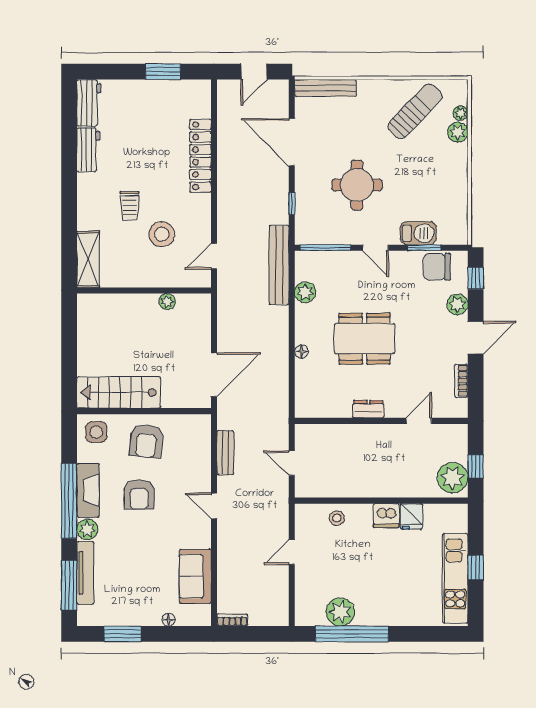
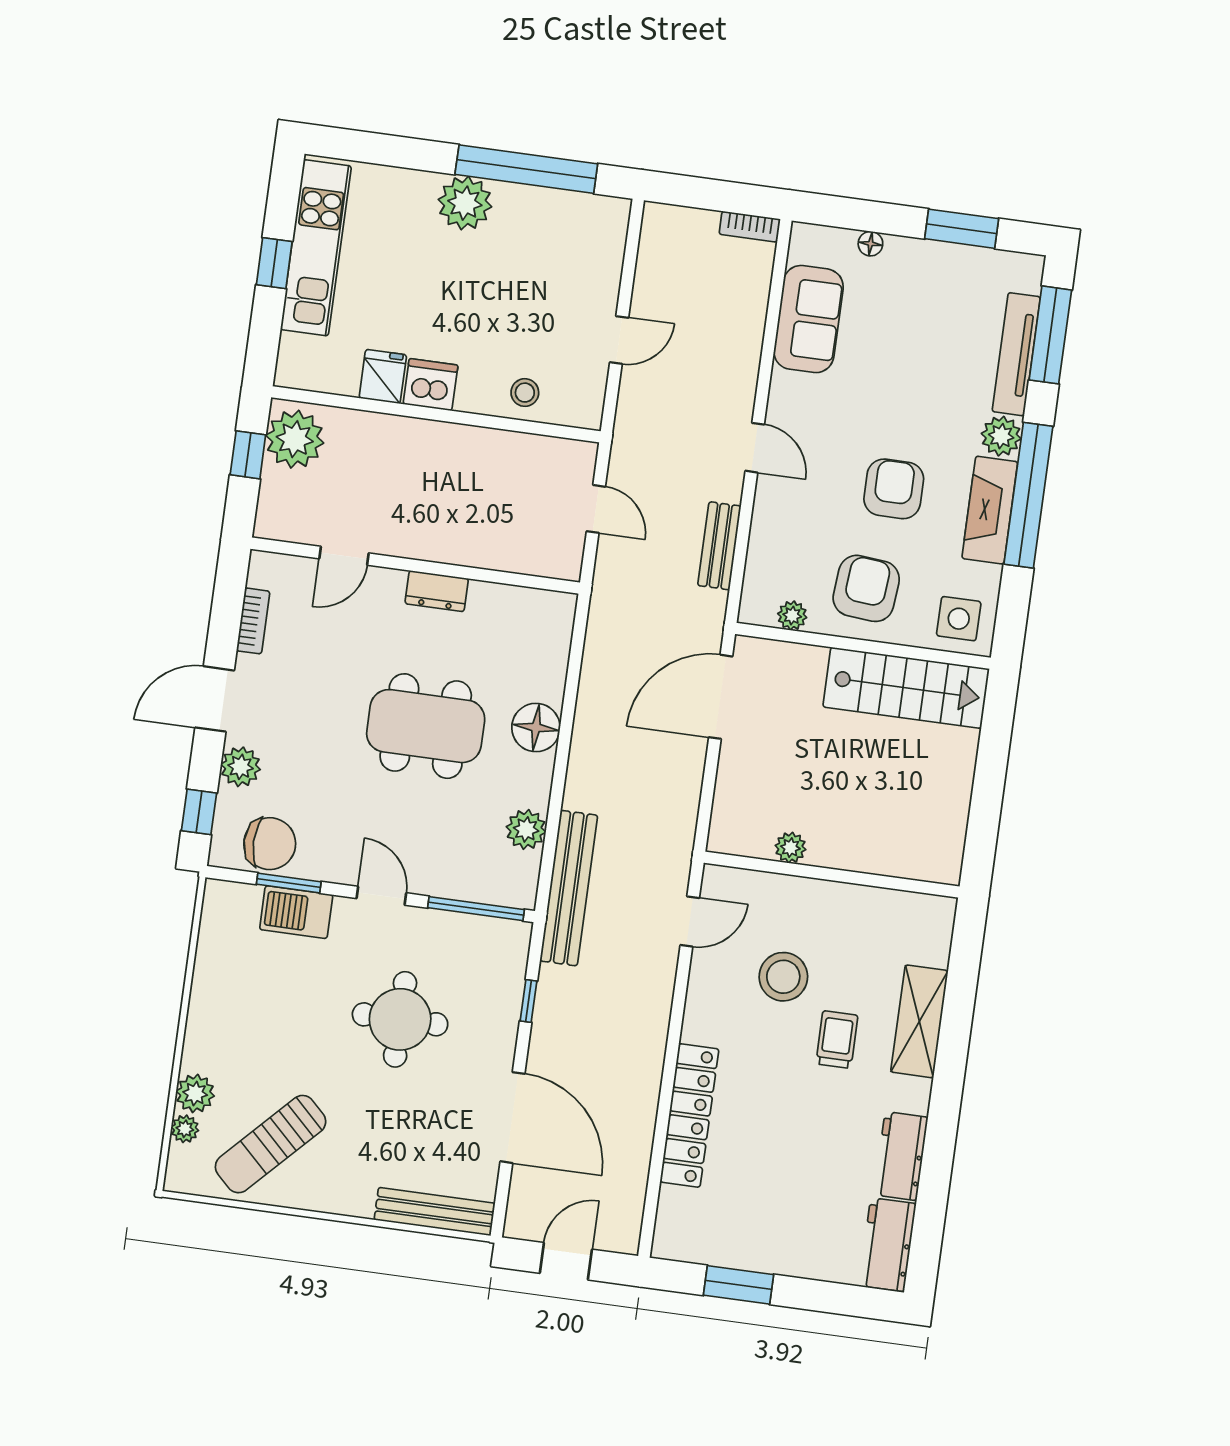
shelving: (88, 259) -> (919, 1021), moved
floor lamp: (301, 352) -> (536, 728), width x1.89, depth x1.89
plant: (183, 422) -> (792, 616), added
plant: (340, 612) -> (465, 203), moved

